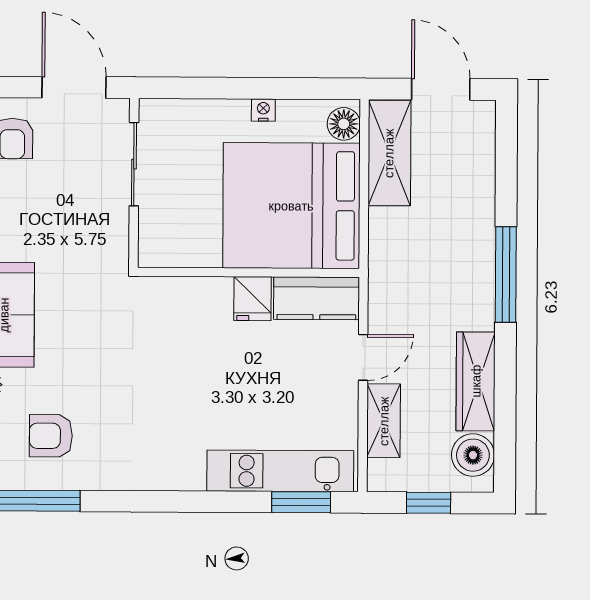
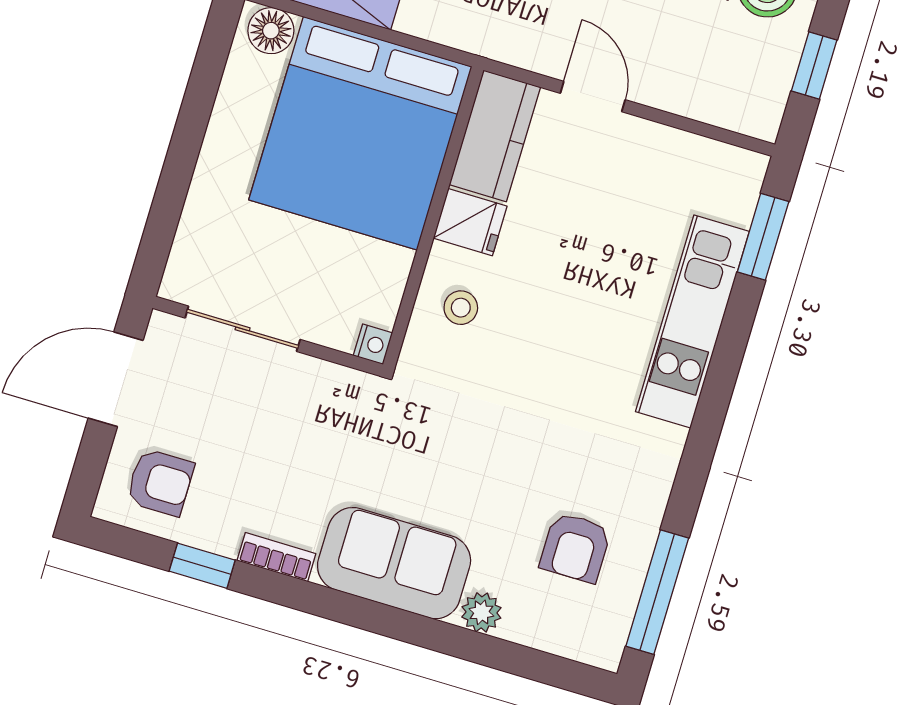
nightstand: (263, 110) -> (373, 344), moved, turned 180
stool: (192, 309) -> (461, 308), added
shelving: (384, 421) -> (686, 94), removed
kitchen unit: (280, 471) -> (692, 321), moved

